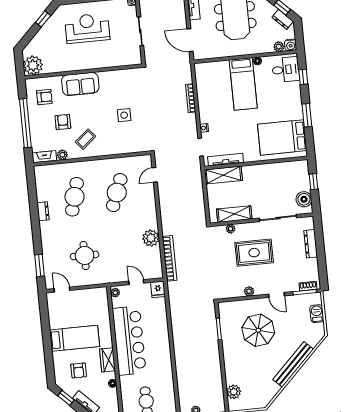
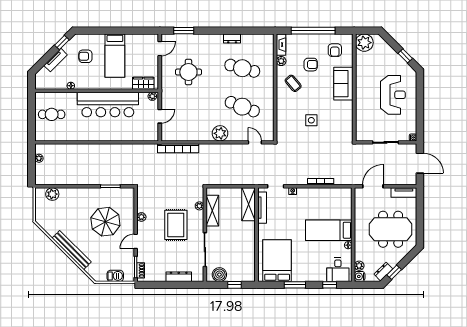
plant: (151, 238) -> (220, 133), moved
fridge: (158, 289) -> (151, 135), removed
wardrobe: (108, 360) -> (143, 83), moved

